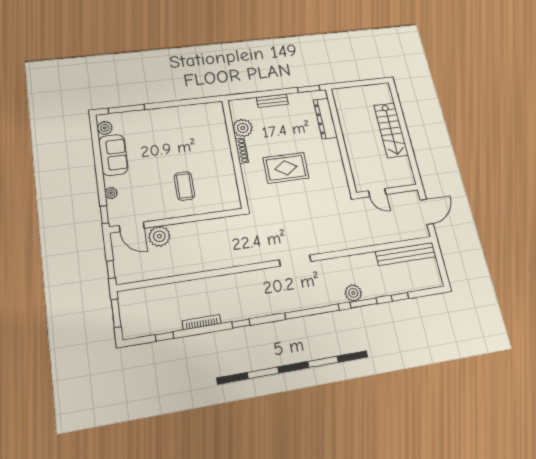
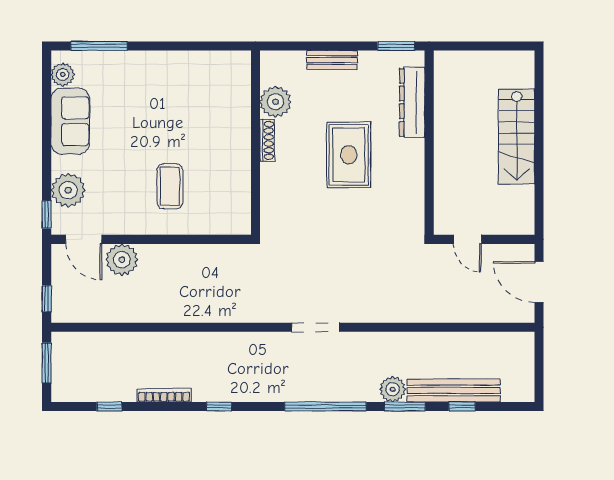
rug: (286, 168) -> (349, 155), moved, turned 90
plant: (111, 193) -> (68, 190), width x1.88, depth x1.88
door: (427, 212) -> (539, 282), swing flipped
bench: (406, 254) -> (454, 390), moved

